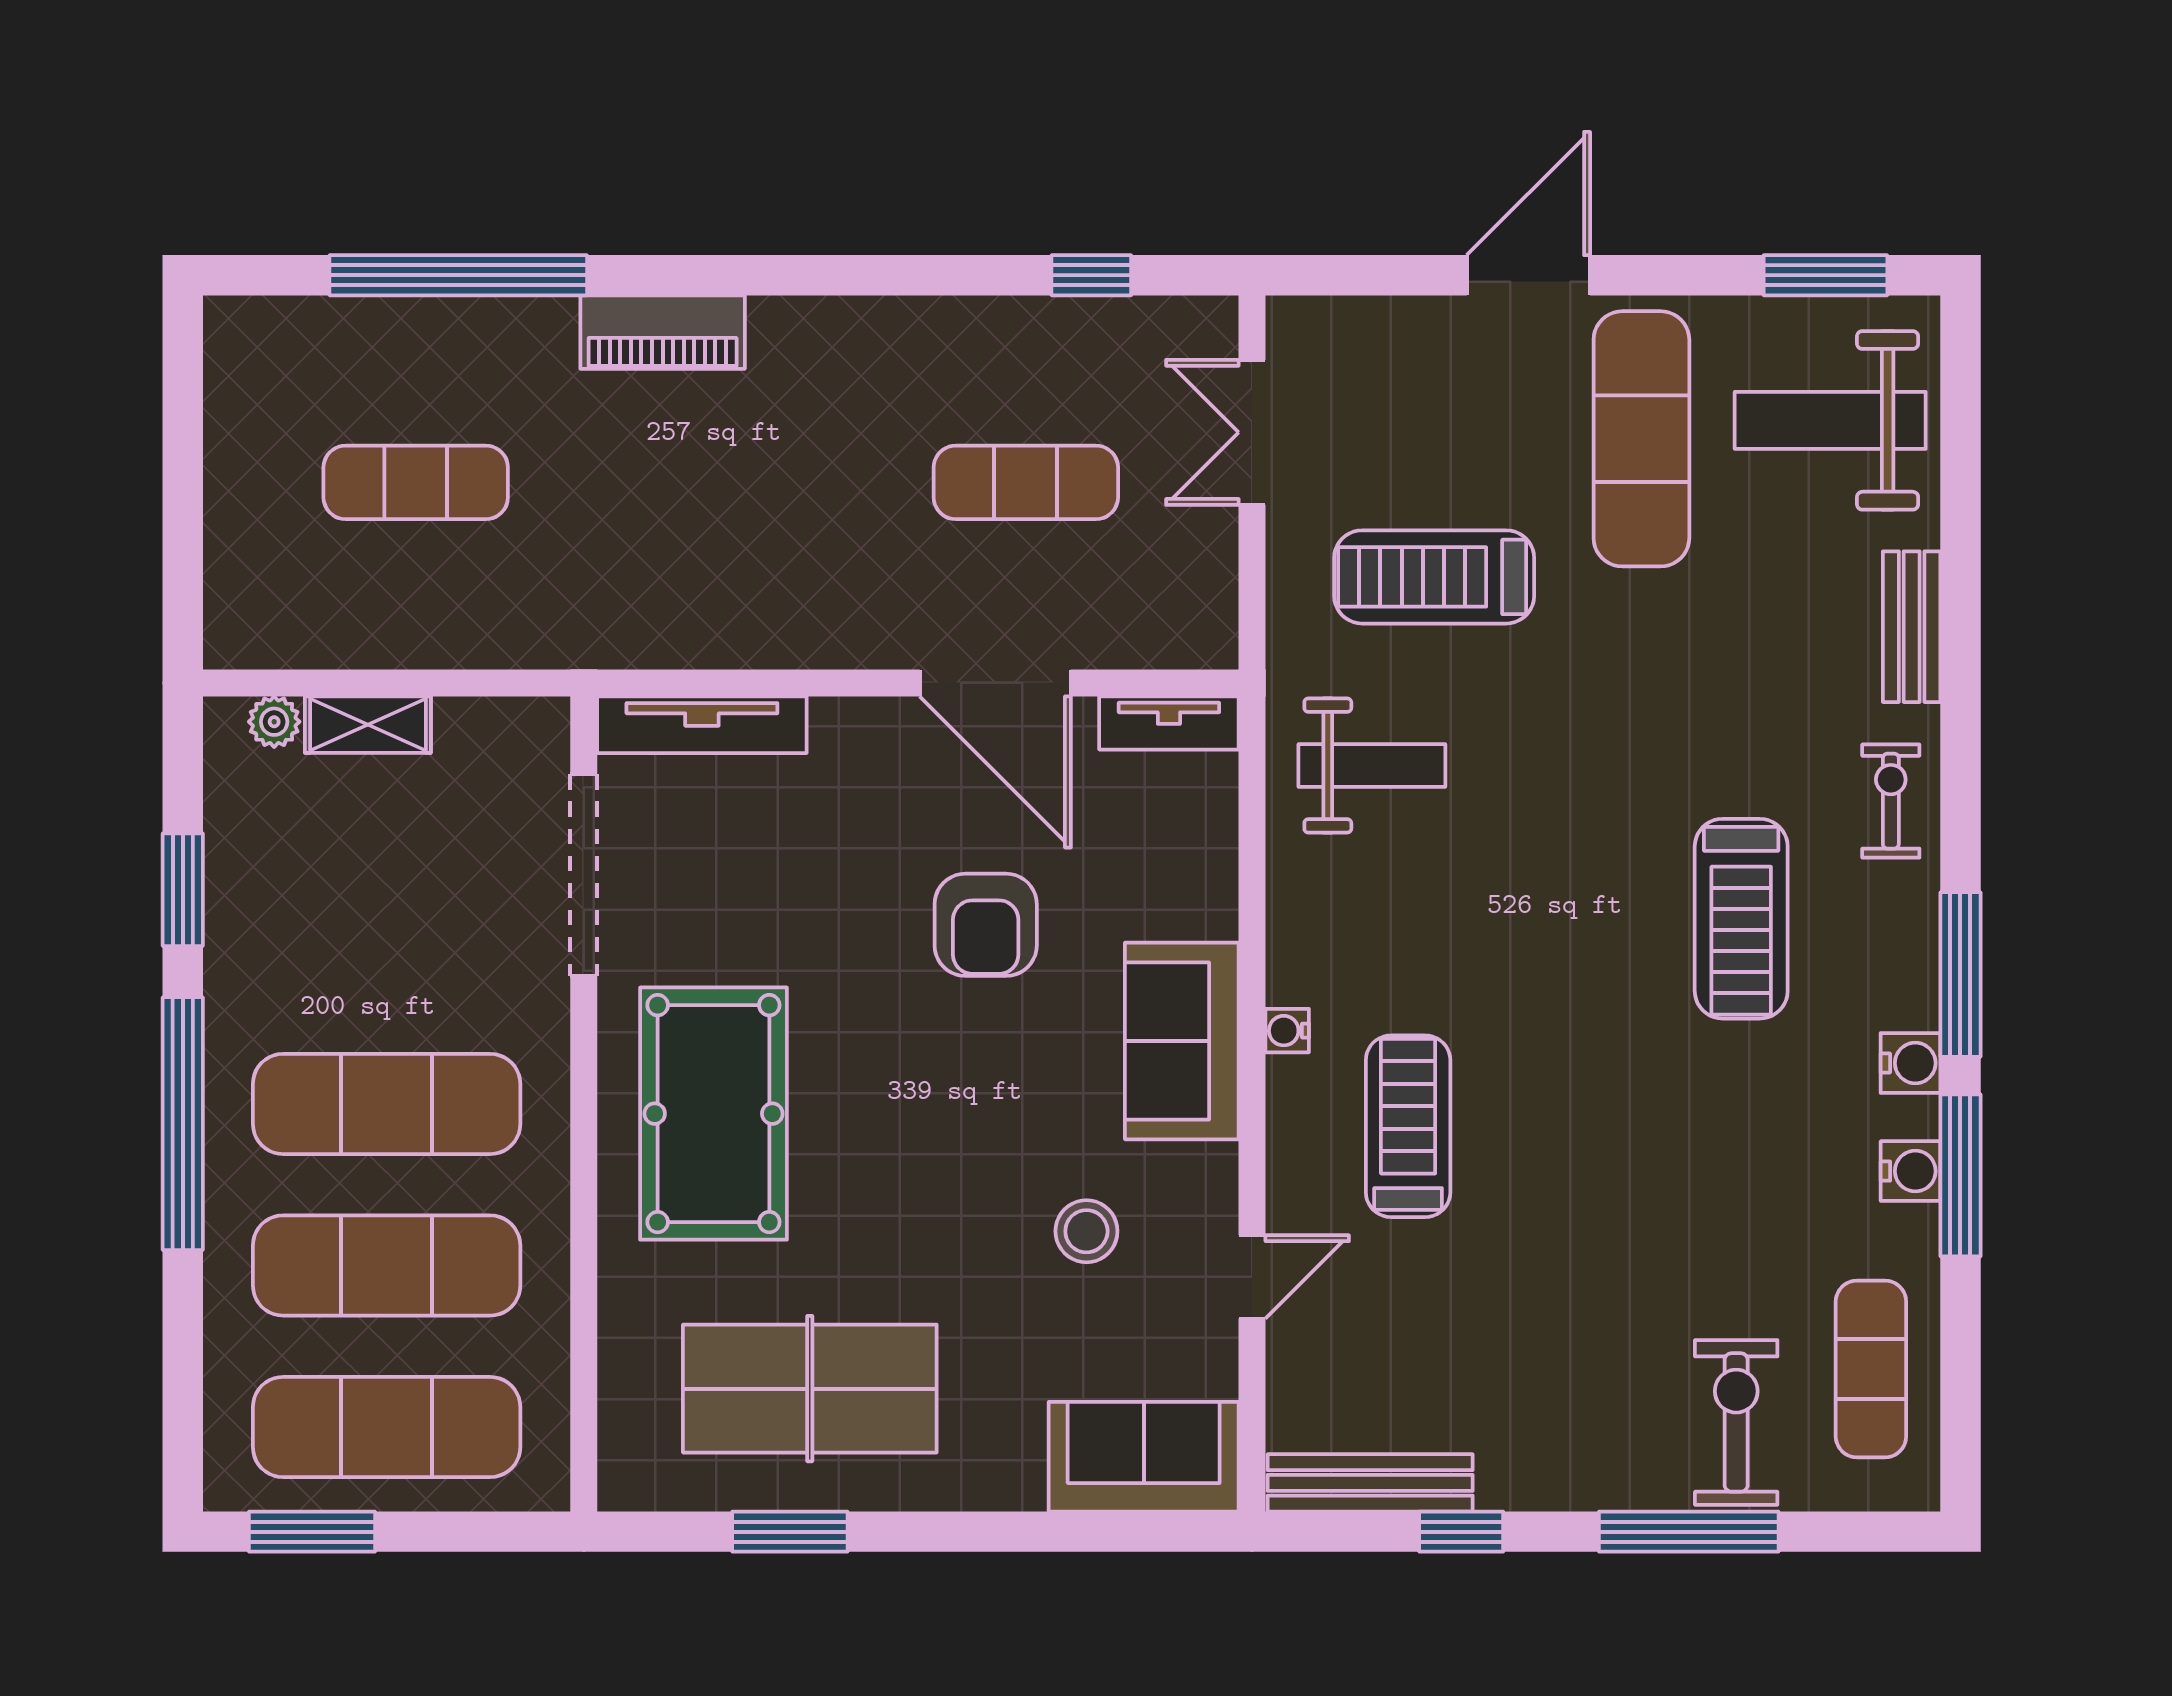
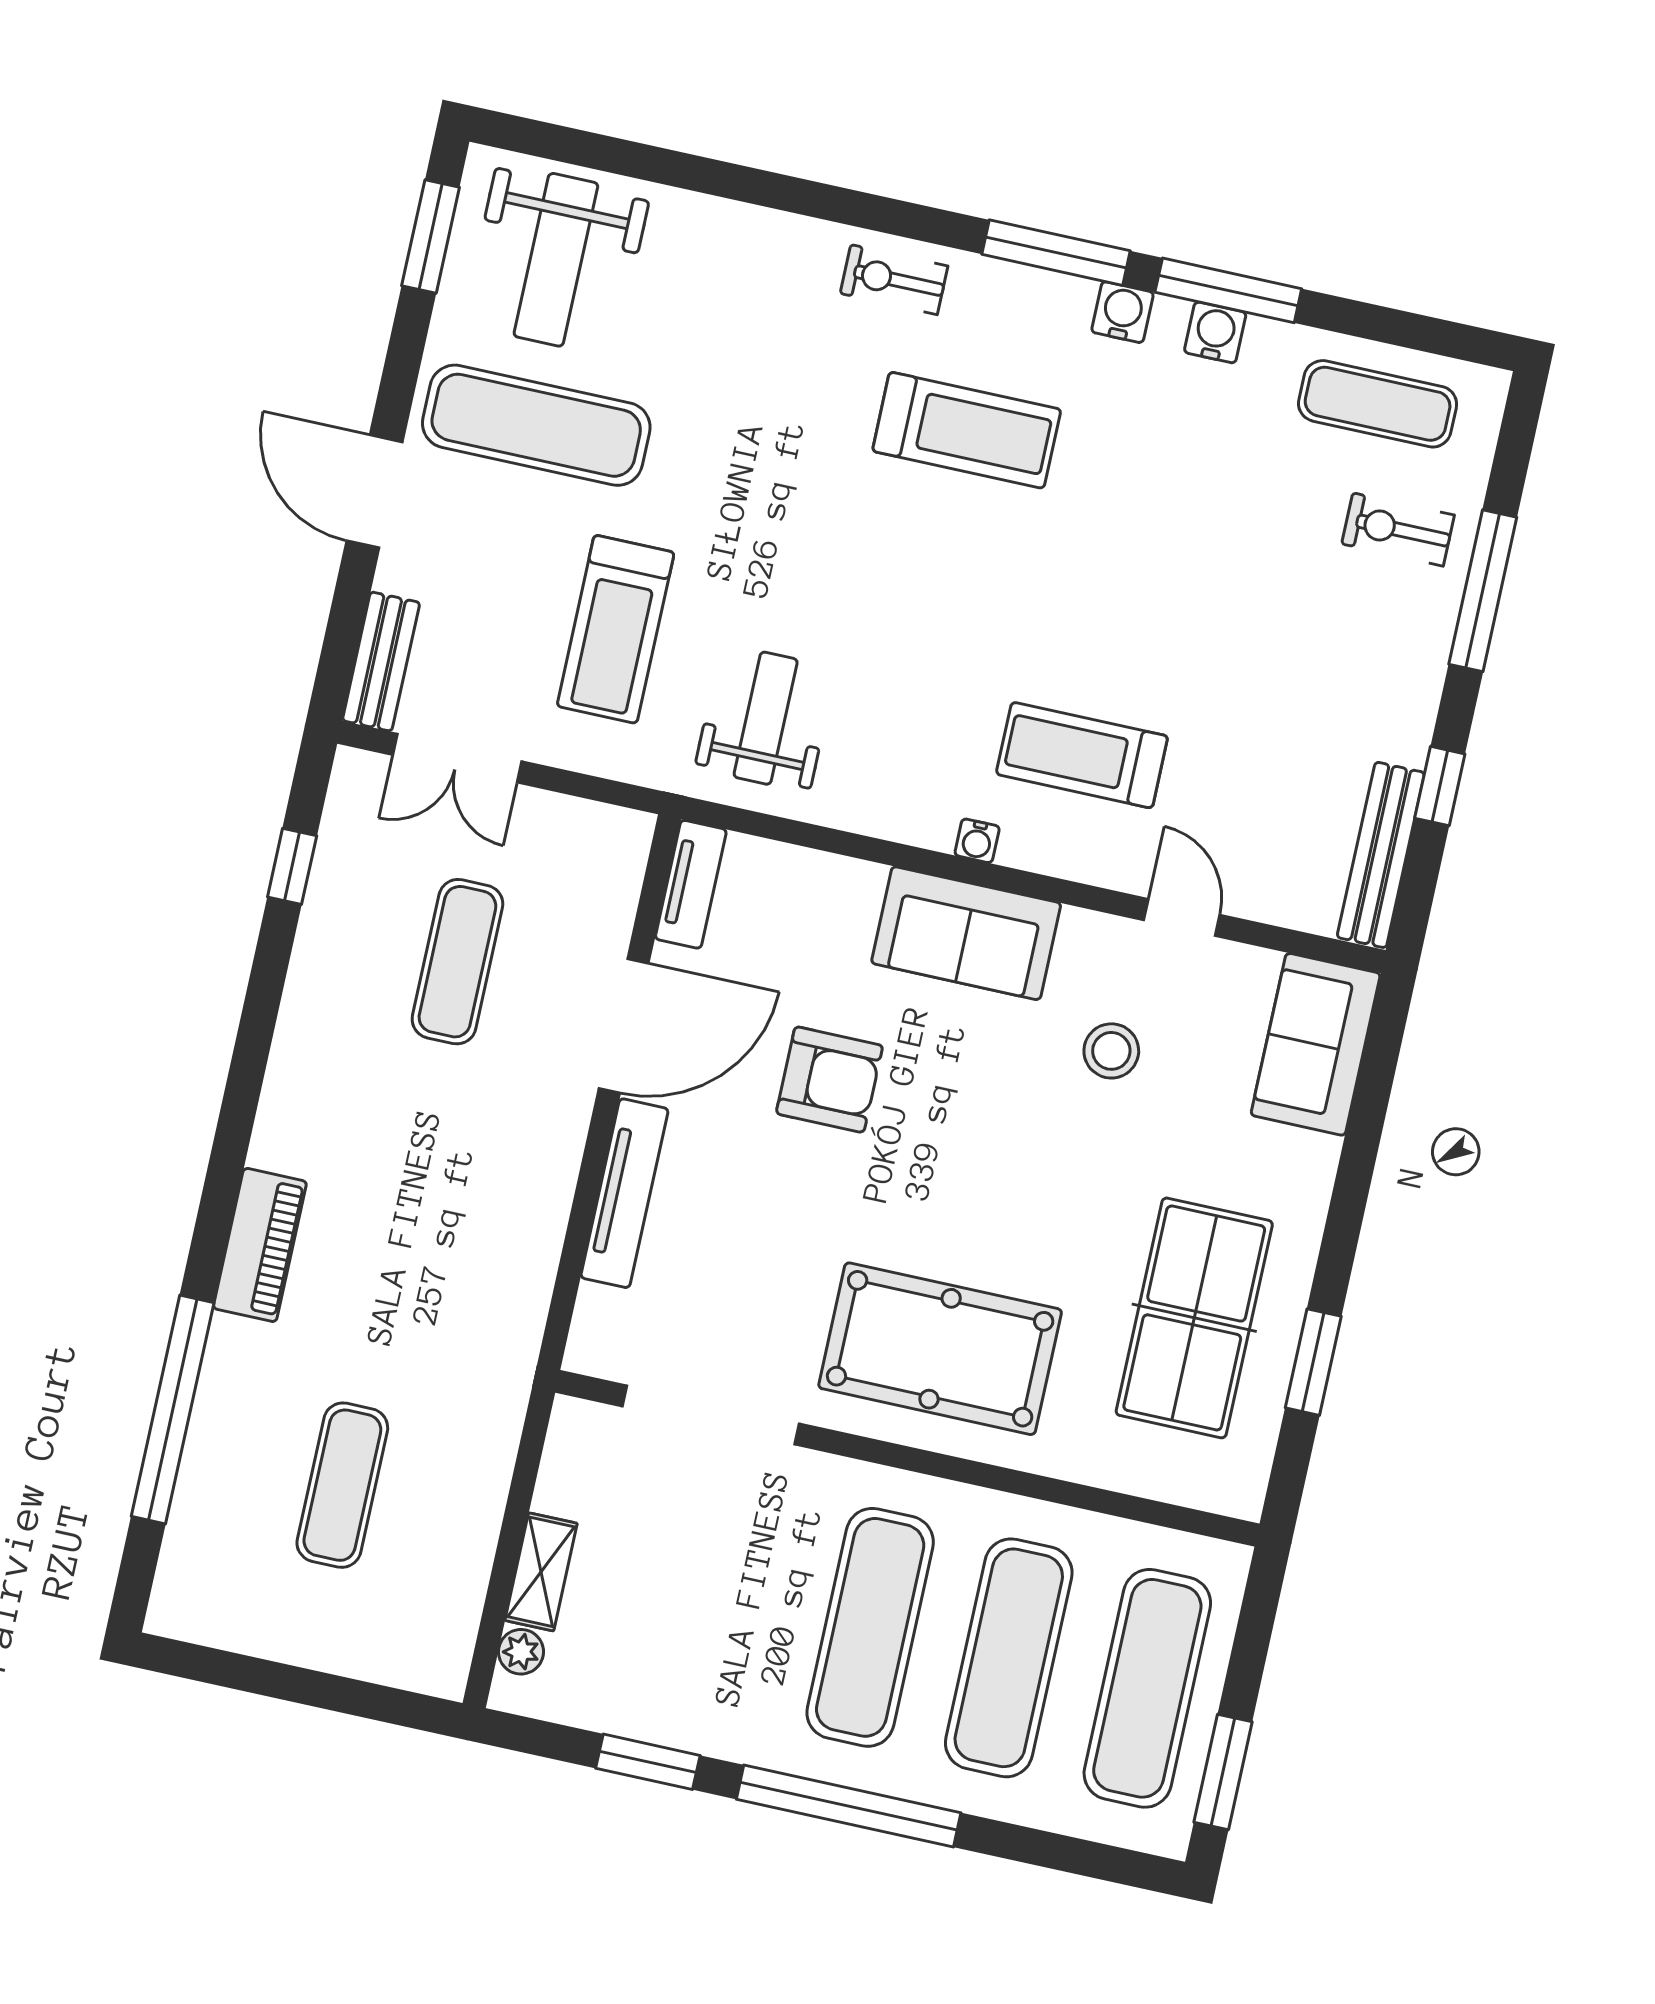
bench: (1912, 627) -> (381, 662), moved, turned 90
tv unit: (702, 725) -> (624, 1193), moved
exercise bike: (1736, 1422) -> (1398, 529), width x0.73, depth x0.72

